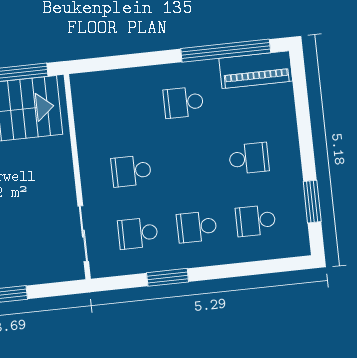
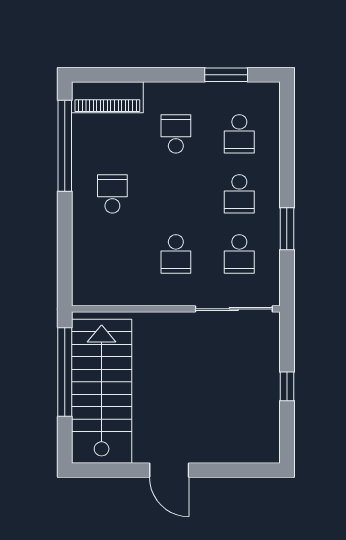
piano: (256, 70) -> (107, 97), moved, turned 90
school desk: (183, 102) -> (112, 194), turned 180
sliding door: (83, 234) -> (234, 309), width x1.37

